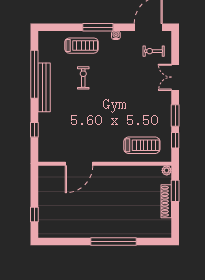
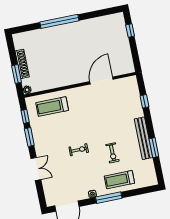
exercise bike: (154, 51) -> (79, 150), moved
window: (34, 74) -> (154, 148), width x0.47

